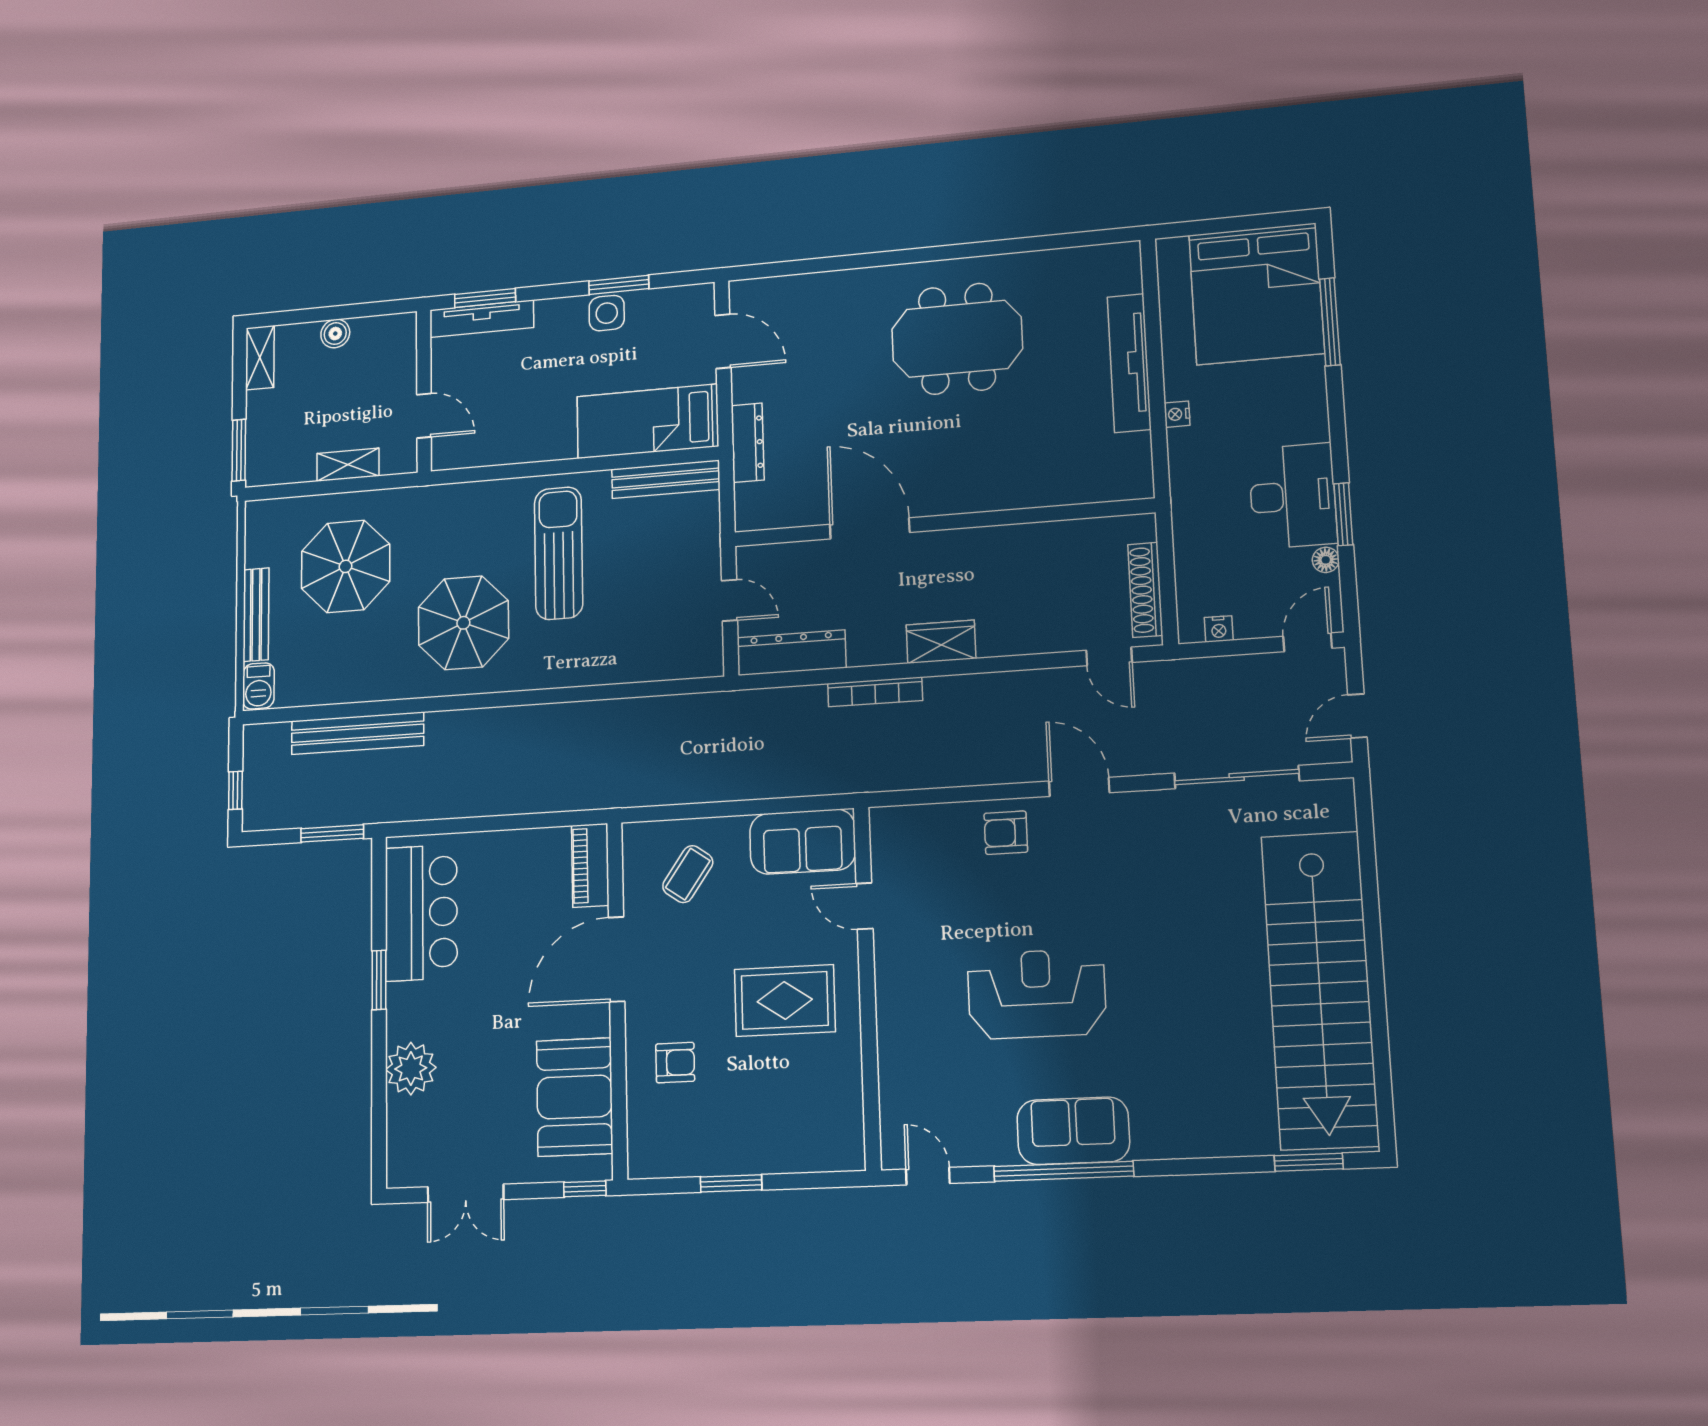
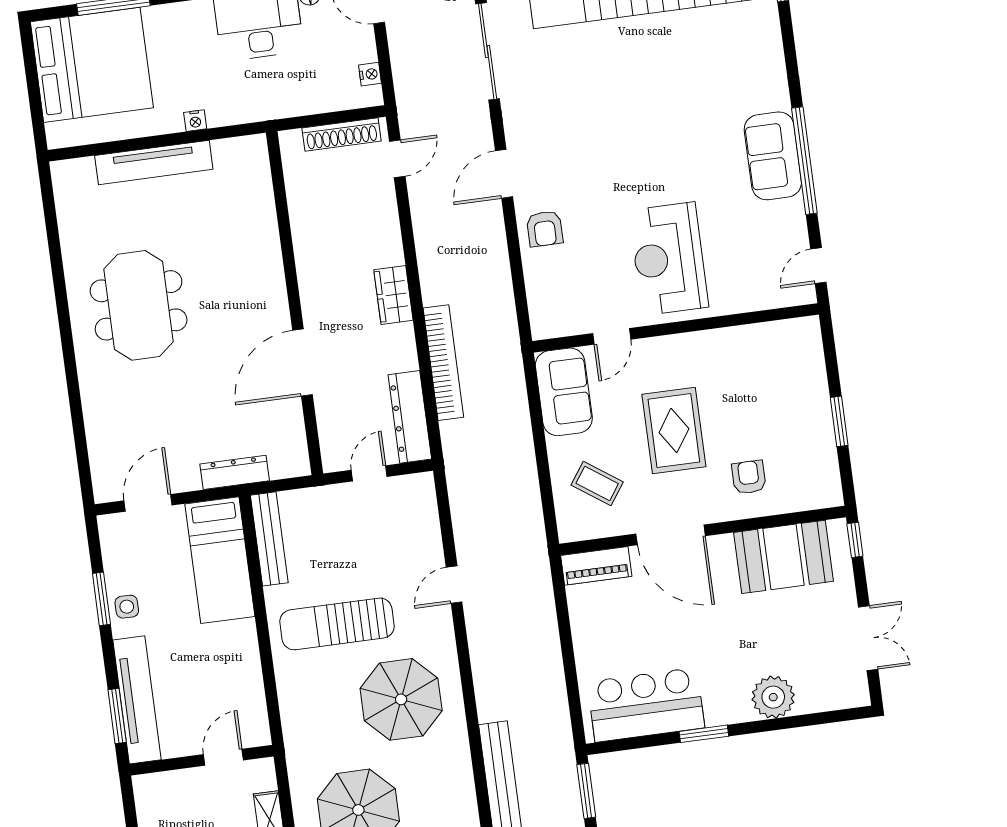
side table: (607, 313) -> (127, 607), width x0.73, depth x0.73
tv unit: (482, 319) -> (137, 700), width x1.36, depth x1.29
bookcase: (875, 692) -> (443, 363), width x1.48, depth x1.31
door: (588, 693) -> (454, 585), added
reception desk: (1037, 994) -> (669, 259), moved
rug: (785, 1000) -> (674, 431), moved

